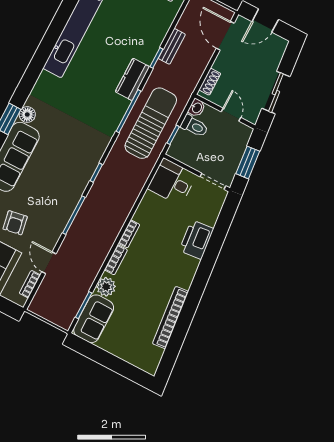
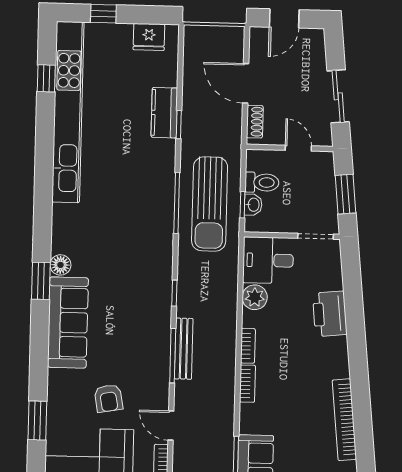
door: (225, 36) -> (246, 83), moved
bench: (172, 46) -> (184, 349), moved, width x1.36
kitchen counter: (132, 79) -> (164, 113), moved
washbasin: (197, 108) -> (253, 205), moved
sun lounger: (151, 123) -> (210, 204), turned 180
plant: (106, 287) -> (255, 297), moved

